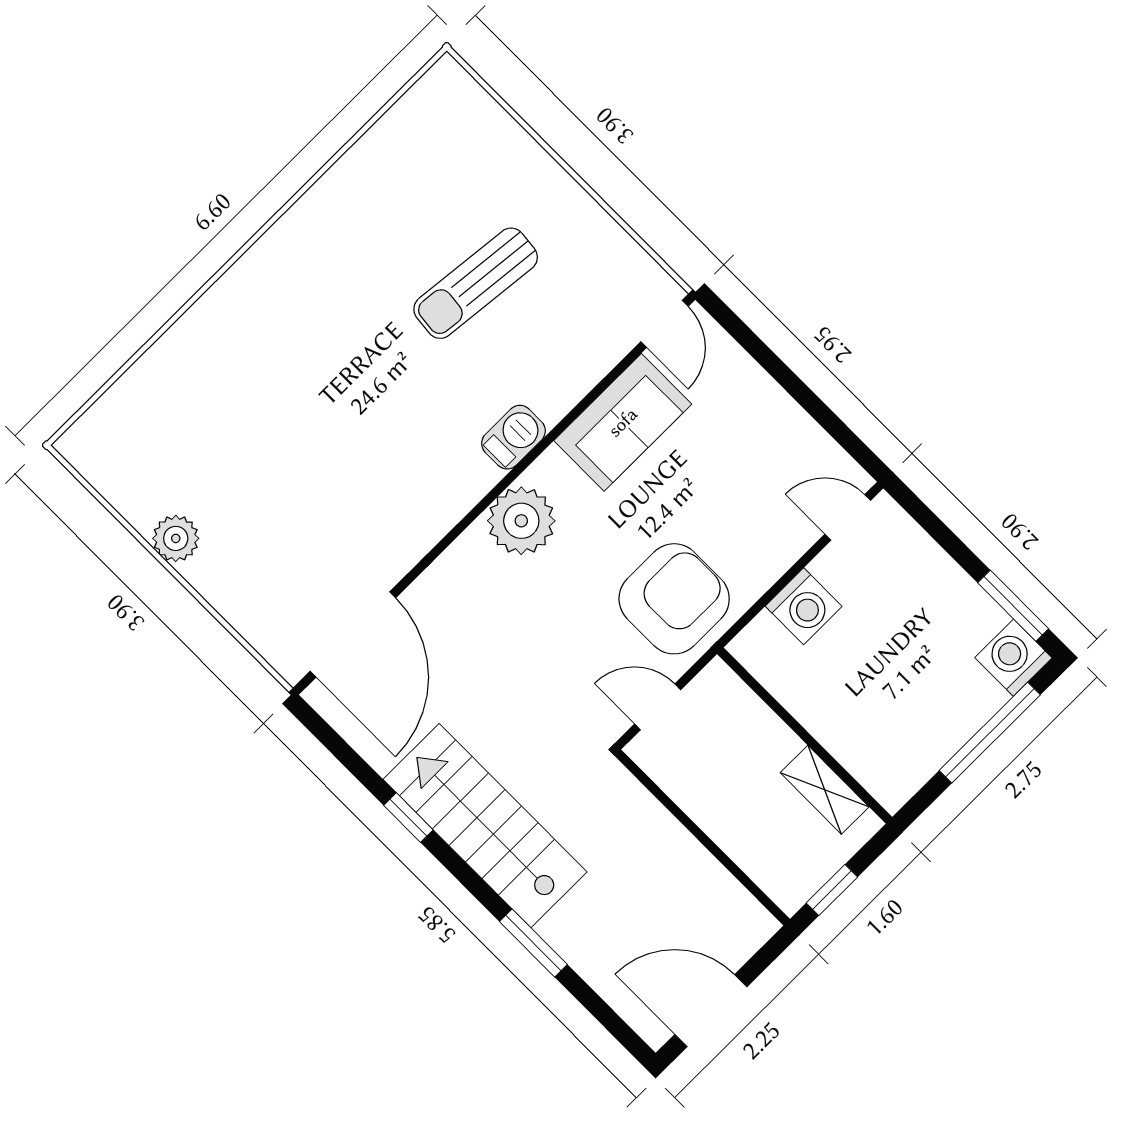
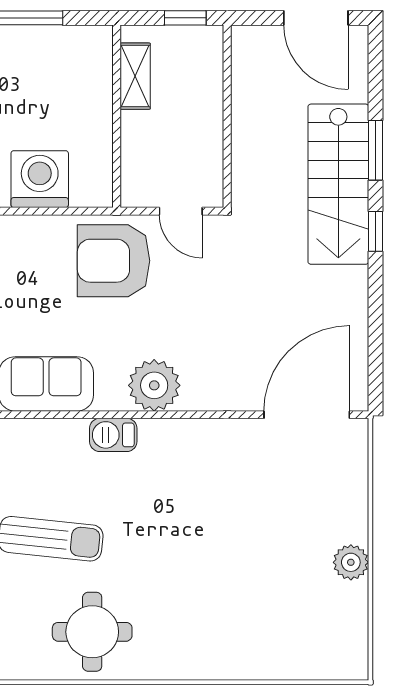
round table: (351, 235) -> (92, 632), added
washing machine: (804, 606) -> (40, 179), width x1.37, depth x1.37
window: (408, 818) -> (375, 231), moved
stairs: (485, 826) -> (338, 184), moved

